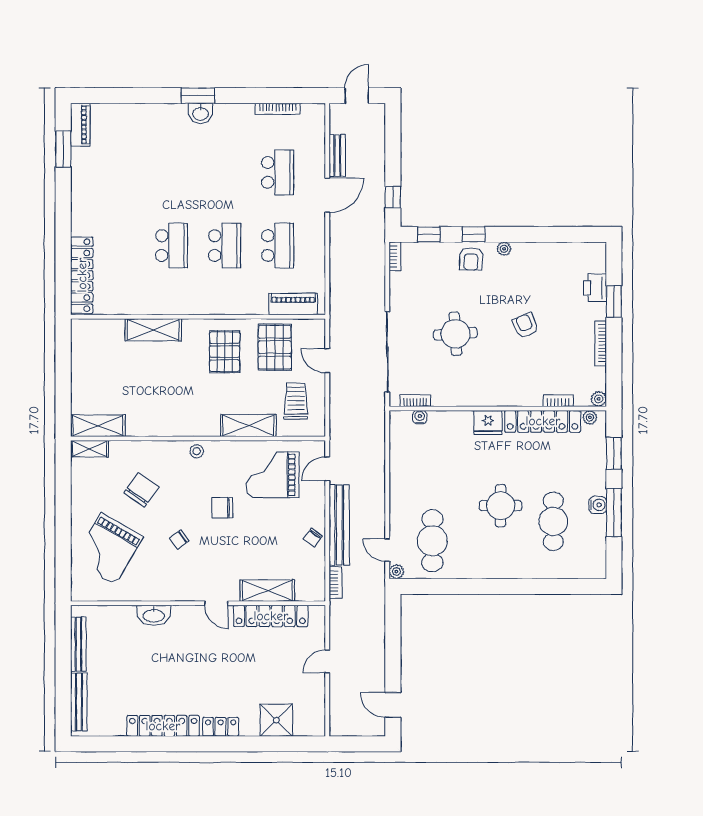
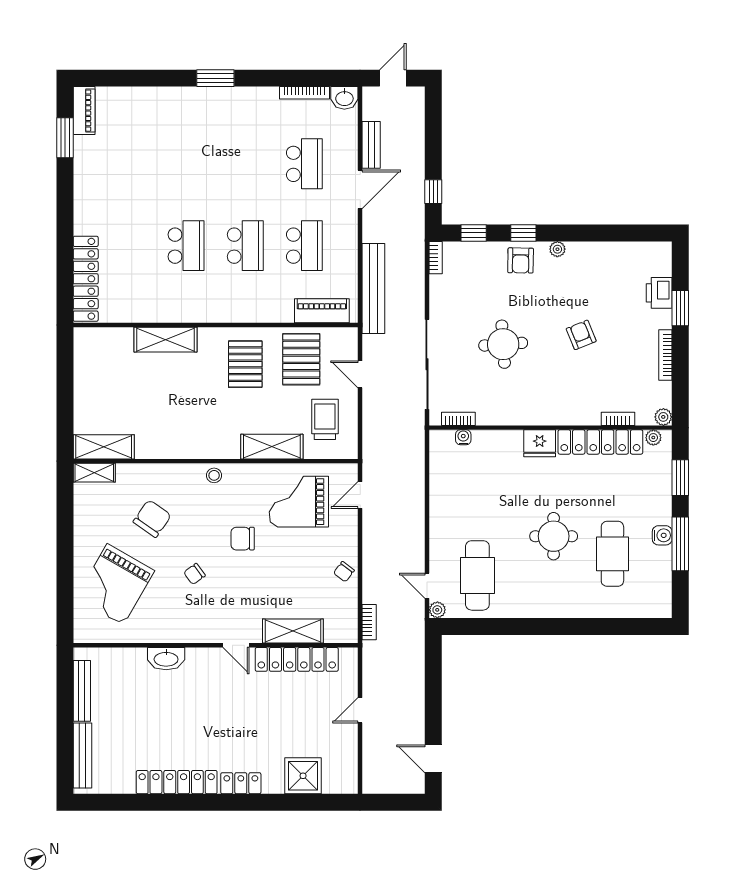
washbasin: (200, 113) -> (344, 98), moved
bench: (339, 525) -> (373, 289), moved

